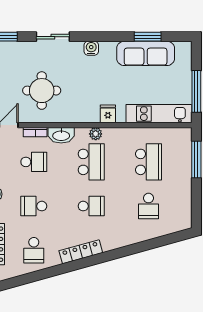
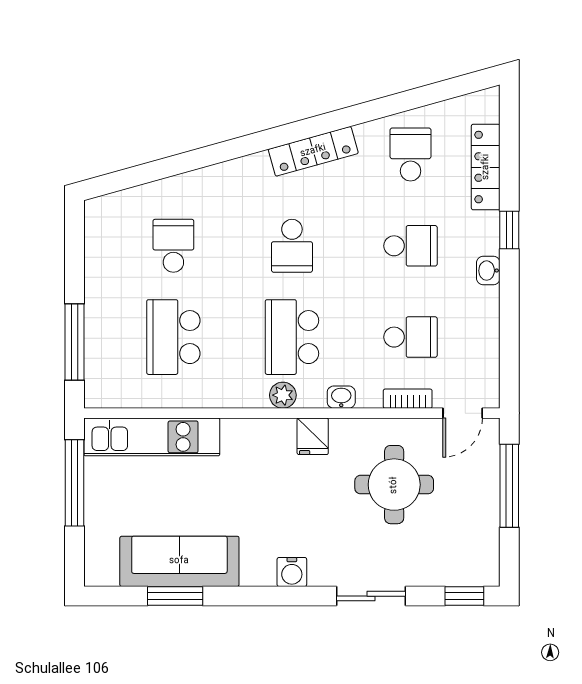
fridge: (108, 114) -> (313, 436), moved
washbasin: (61, 135) -> (341, 397), width x0.52, depth x0.69
school desk: (34, 162) -> (411, 337), turned 180
school desk: (91, 206) -> (292, 246), turned -90

